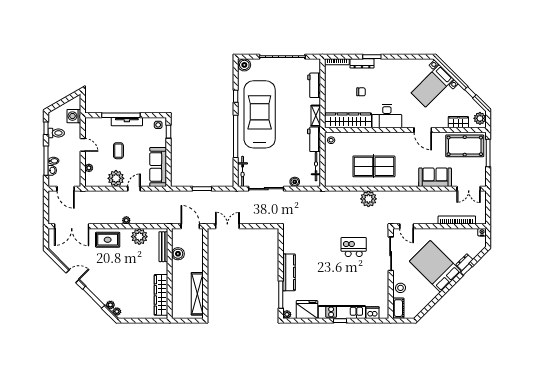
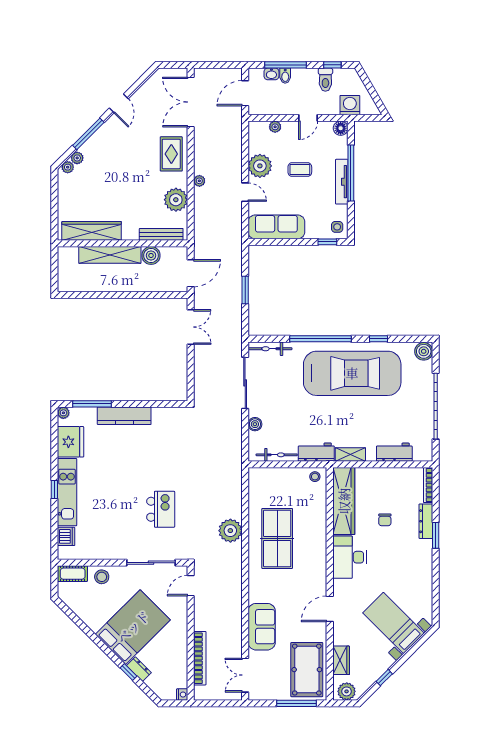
floor lamp: (90, 122) -> (341, 128), added
shelving: (197, 294) -> (110, 255), moved

